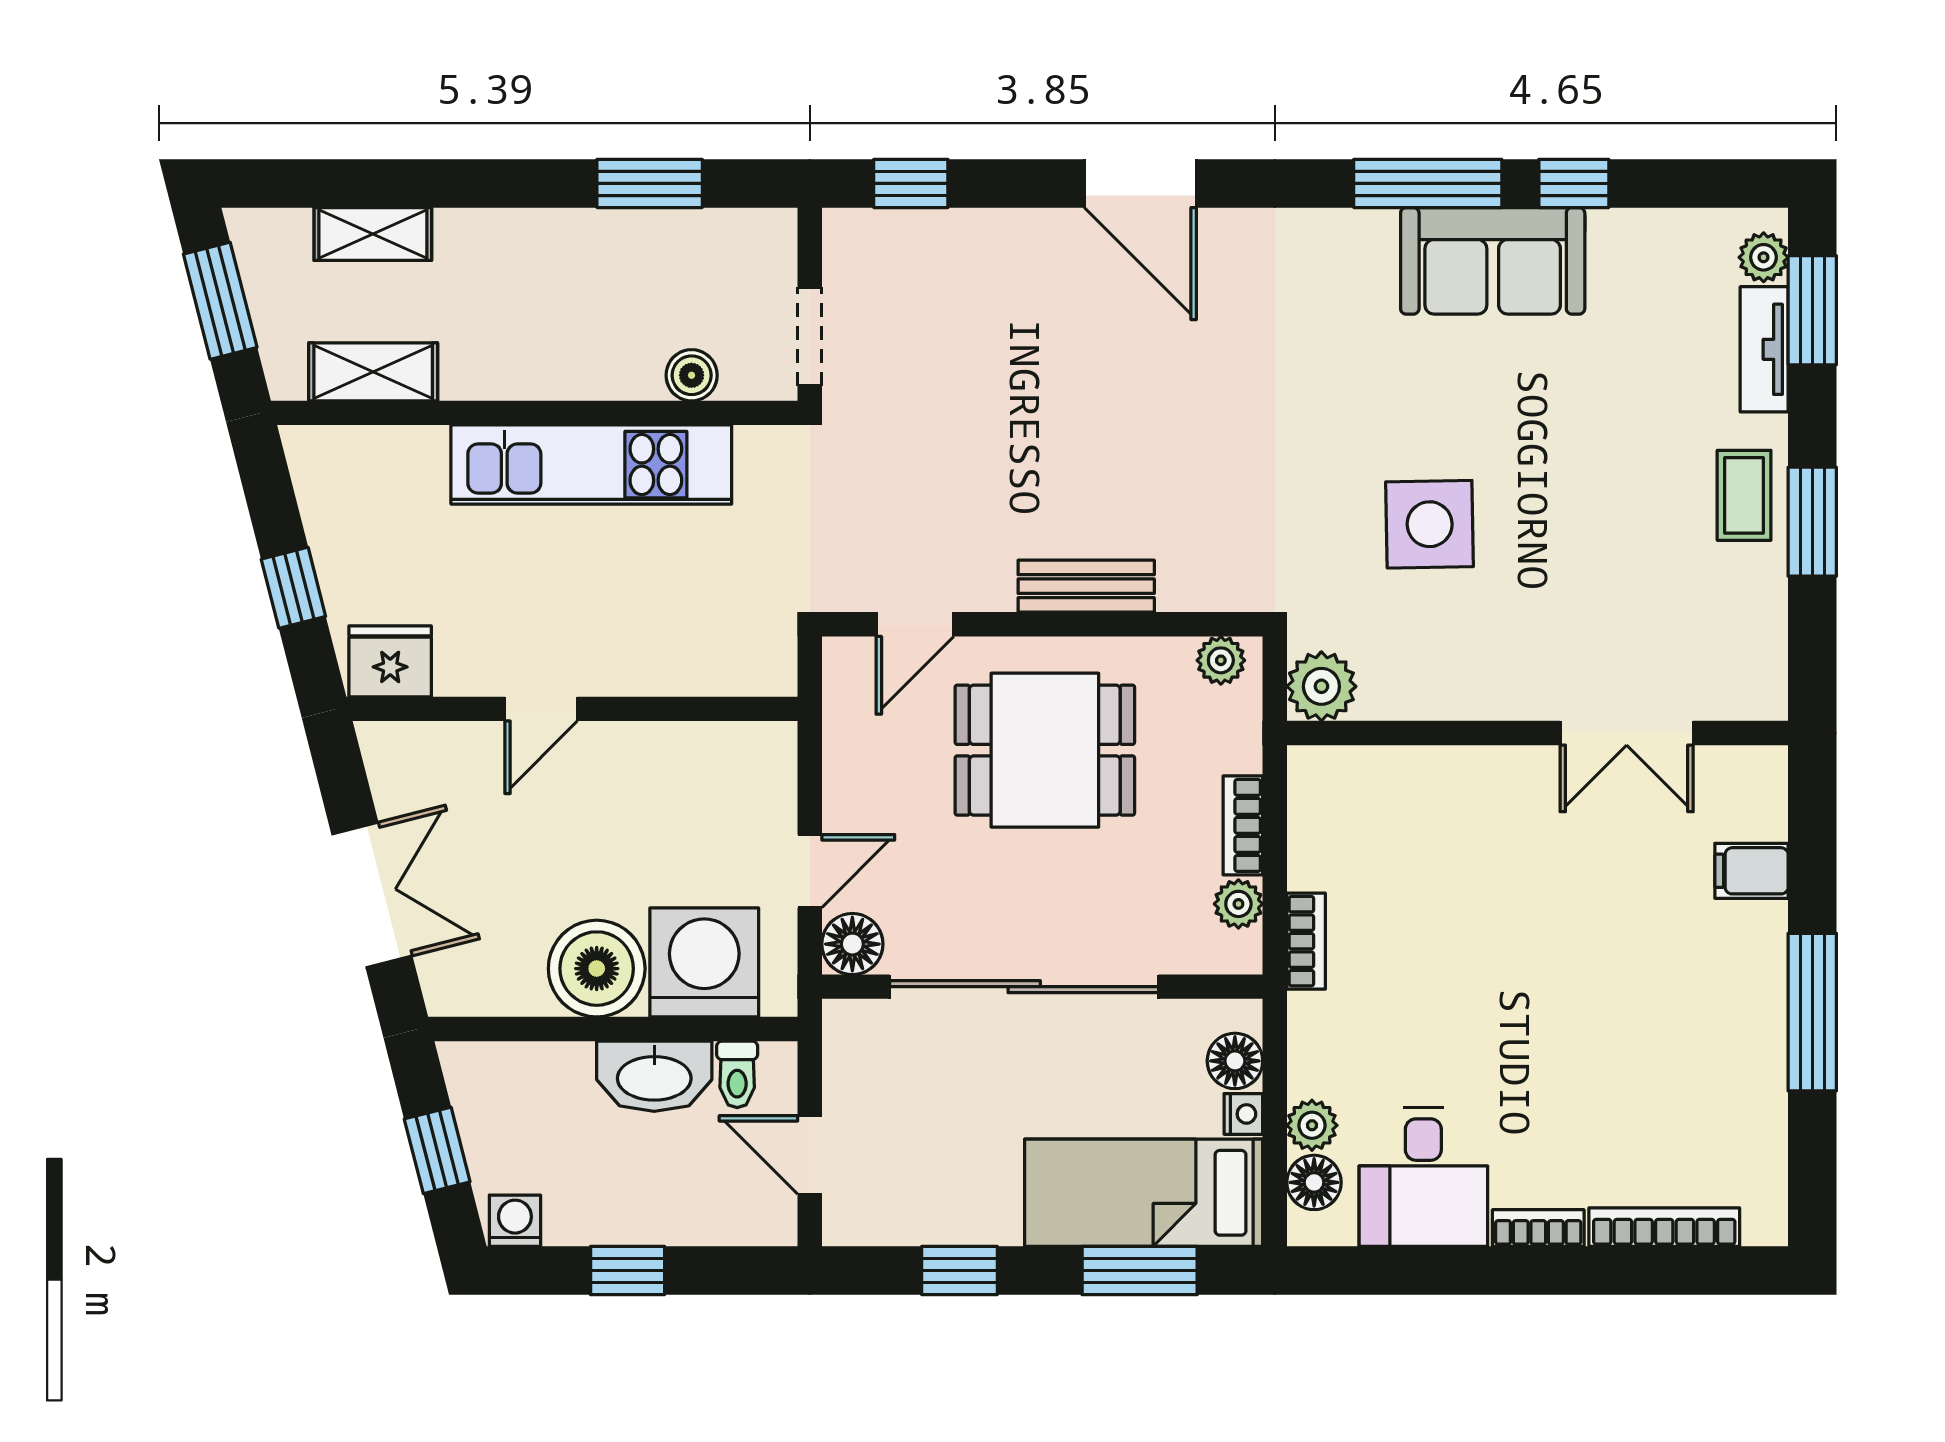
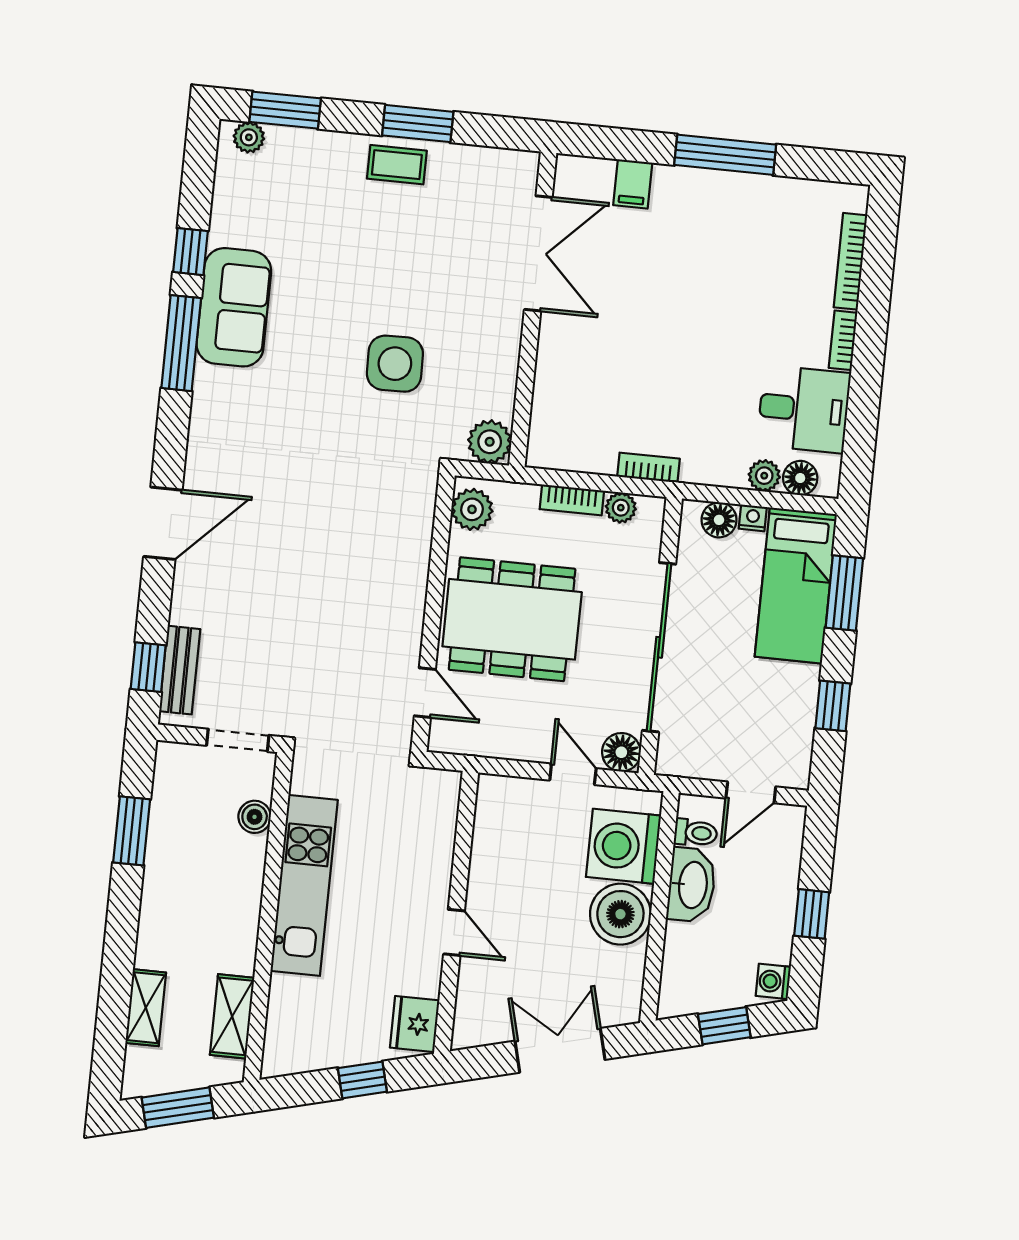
tv unit: (1764, 349) -> (307, 143), removed
bench: (1086, 586) -> (180, 670), moved
plant: (1221, 660) -> (472, 509), width x1.38, depth x1.38
double door: (1627, 733) -> (538, 253), width x1.37
dining table: (1045, 750) -> (512, 619), width x1.38

